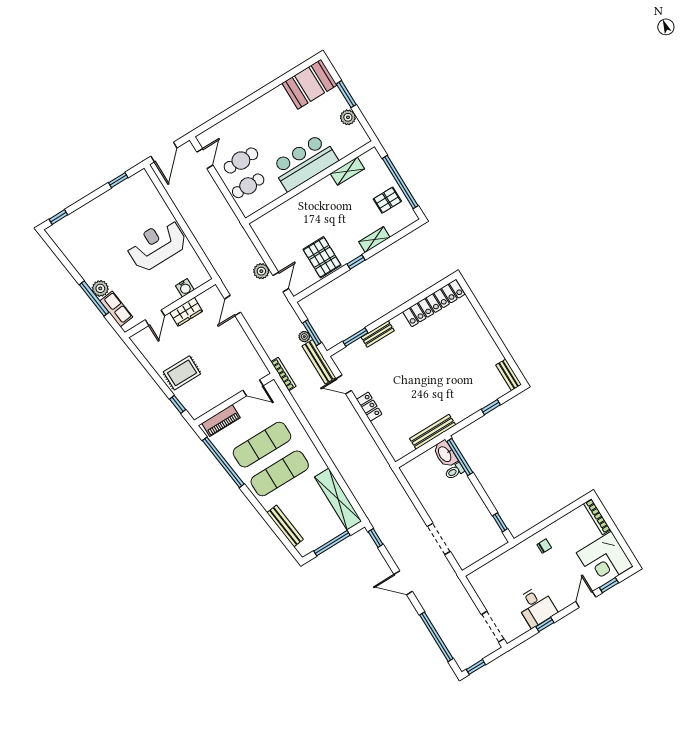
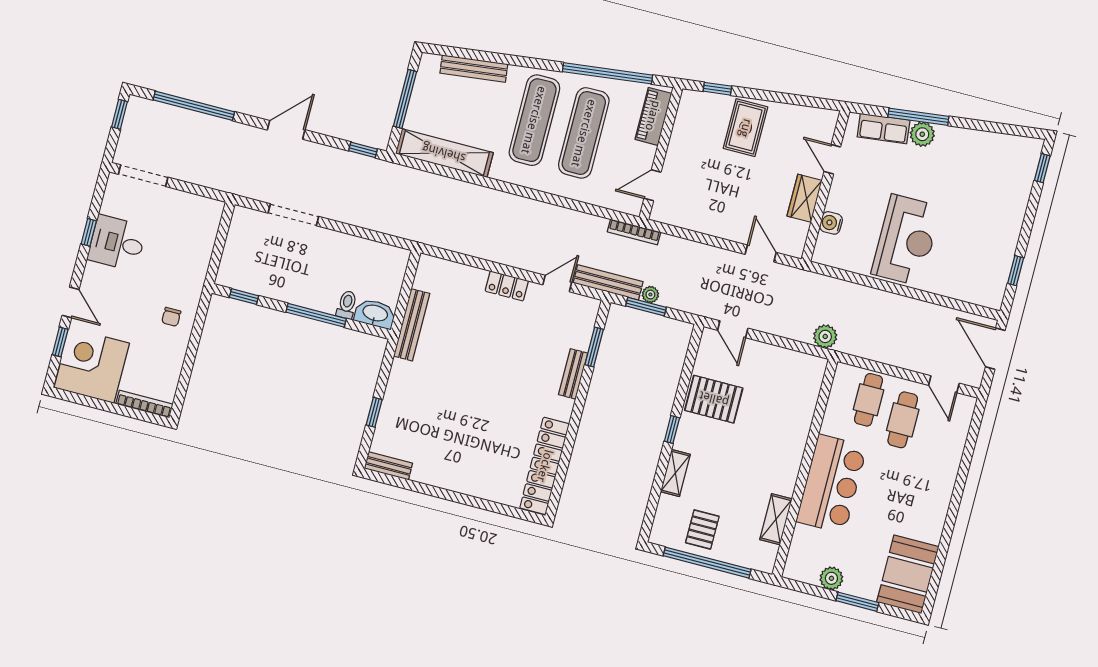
plant: (261, 271) -> (825, 336), moved
window: (460, 457) -> (316, 315), moved

